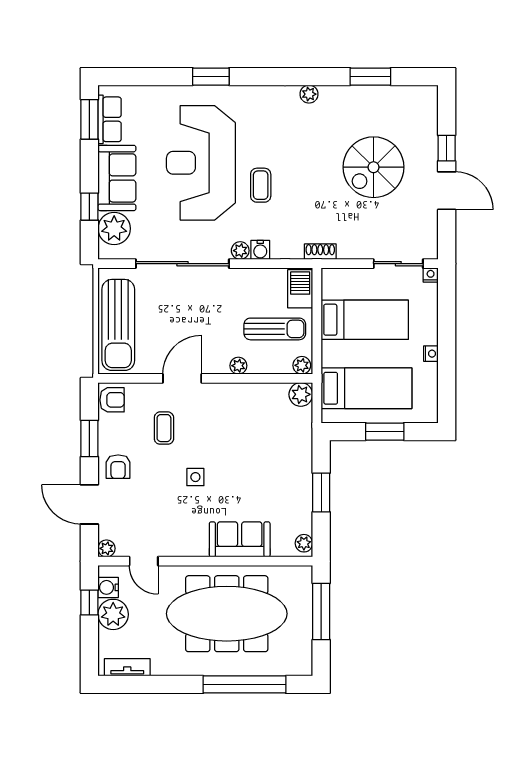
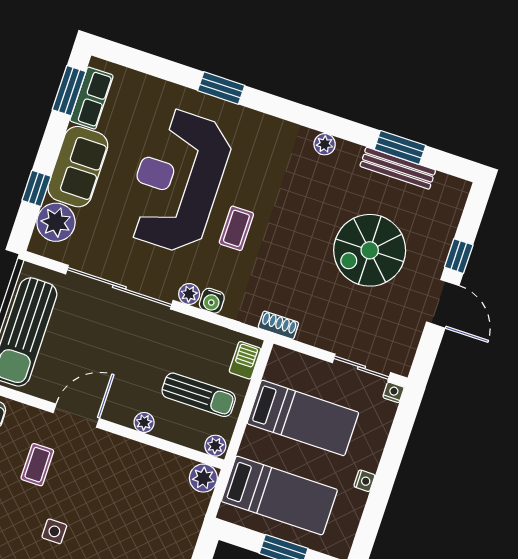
bench: (374, 94) -> (398, 168), added
barbecue: (300, 289) -> (245, 360), width x0.73, depth x0.79

